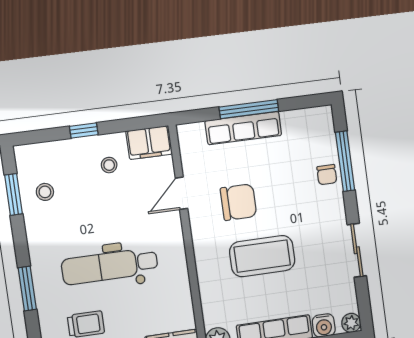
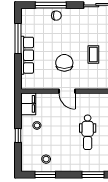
window: (249, 109) -> (18, 38), moved
door: (181, 193) -> (67, 91), moved
coffee table: (262, 256) -> (93, 54), width x0.54, depth x0.58
dental chair: (110, 266) -> (88, 132), width x0.73, depth x0.72

